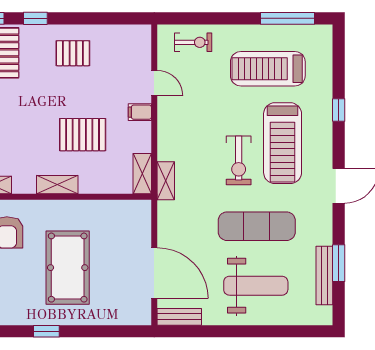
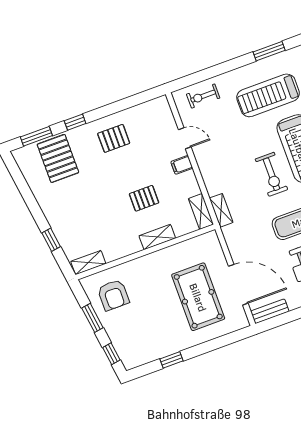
window: (288, 18) -> (269, 51), width x0.69
exercise bike: (193, 42) -> (203, 96), turned 180
pallet: (83, 135) -> (144, 198), width x0.67, depth x0.71
shelving: (57, 185) -> (157, 237), moved
pool table: (68, 268) -> (198, 297), moved

